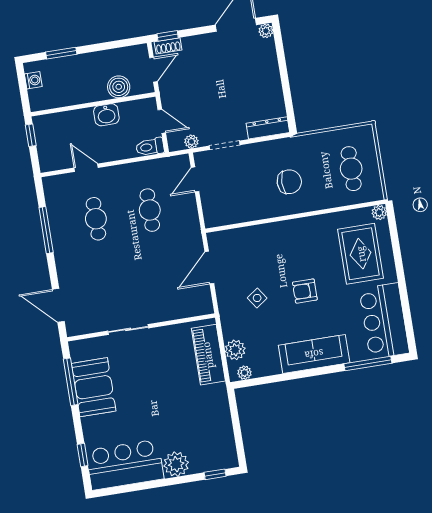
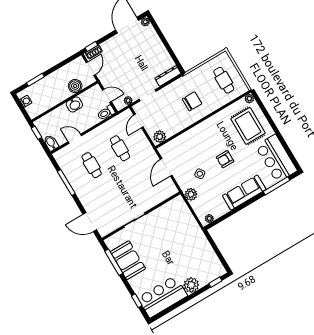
bidet: (47, 160) -> (51, 143), added
plant: (218, 216) -> (160, 137), added
plant: (235, 350) -> (191, 194), moved
piano: (208, 355) -> (185, 216), removed

